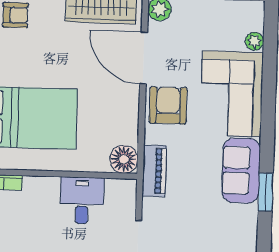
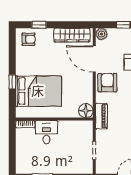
desk: (82, 201) -> (46, 132), moved

